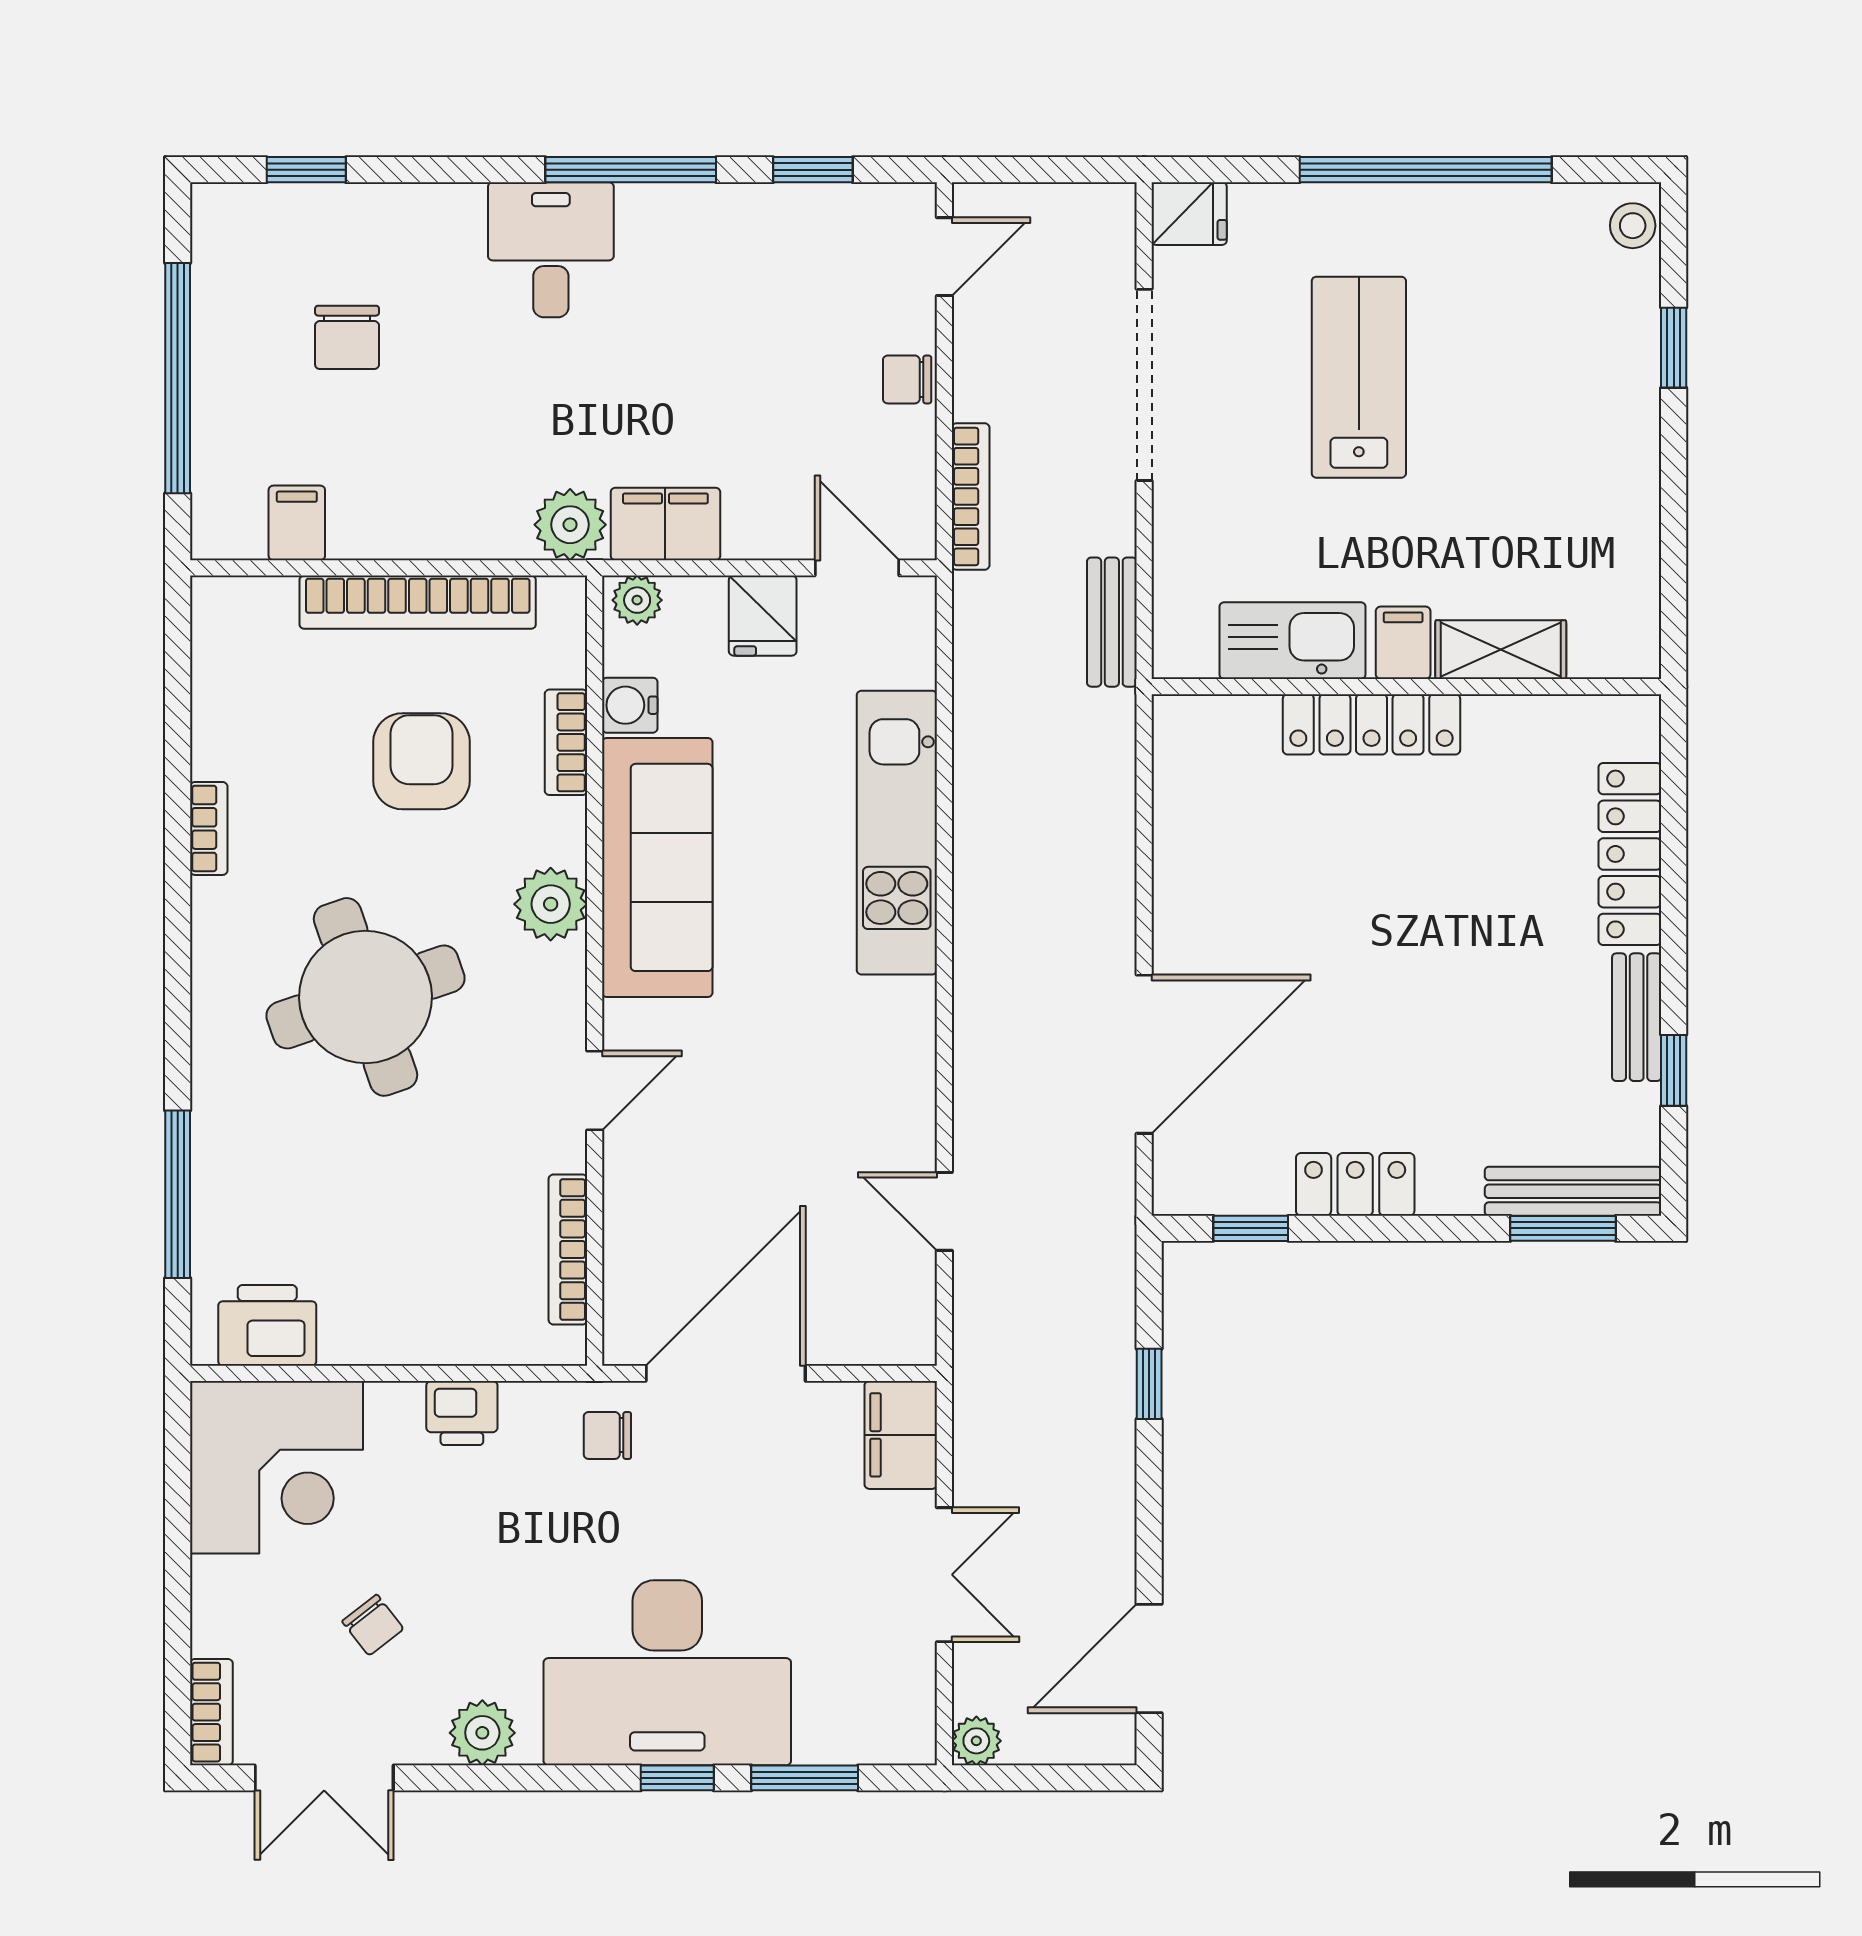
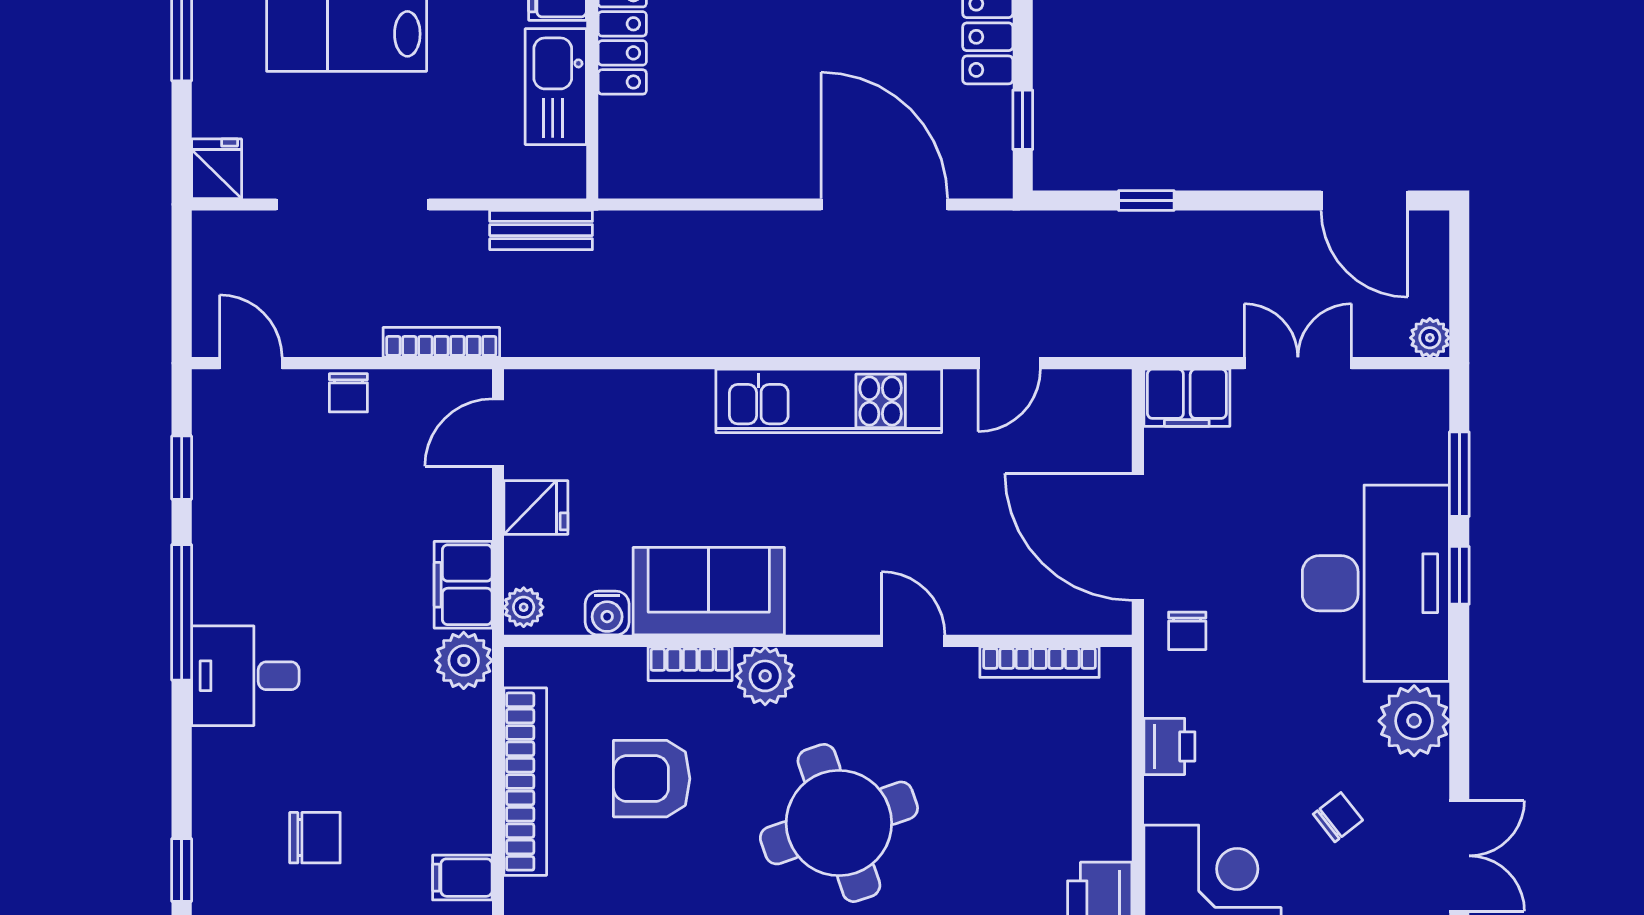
bookcase: (566, 742) -> (690, 664), moved
kitchen unit: (897, 833) -> (829, 401), moved
sofa: (657, 867) -> (709, 591), width x0.73
plant: (482, 1733) -> (1414, 721), width x1.36, depth x1.36

